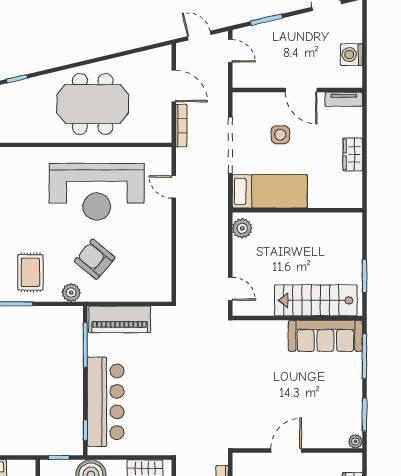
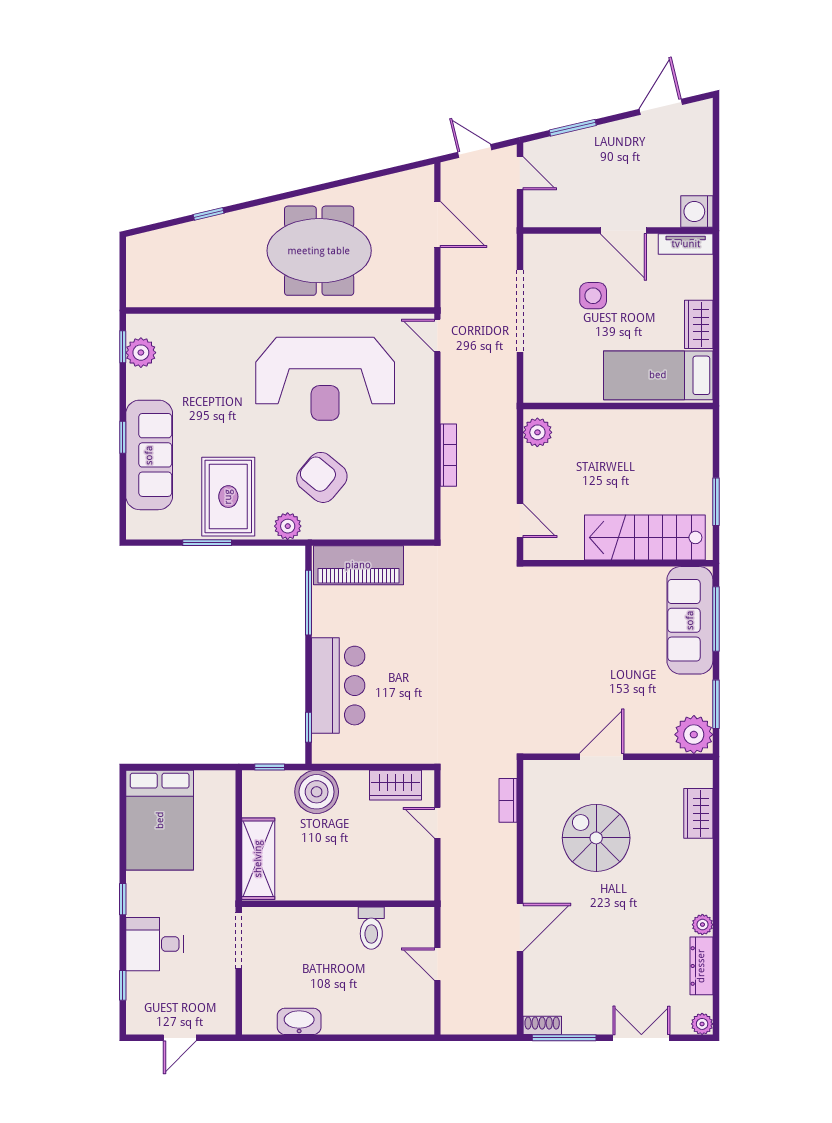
washing machine: (351, 55) -> (697, 211), moved
bookcase: (181, 126) -> (448, 455), moved
door: (174, 187) -> (437, 336), moved
bed: (270, 191) -> (658, 375), moved, turned 180
rug: (30, 272) -> (228, 497), width x1.36, depth x1.43
sofa: (325, 336) -> (690, 620), moved, turned 90
bar counter: (106, 402) -> (338, 686), width x0.73
plant: (355, 441) -> (694, 735), width x1.88, depth x1.88

